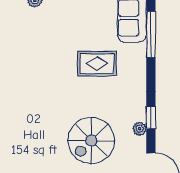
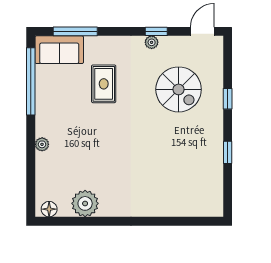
plant: (140, 129) -> (152, 42), moved

